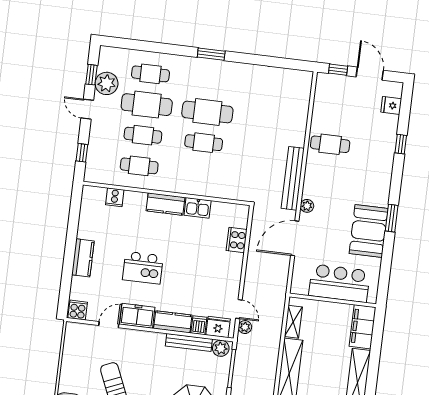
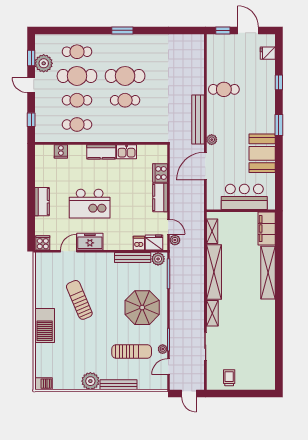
window: (392, 218) -> (279, 125), moved
kitchen island: (143, 268) -> (90, 204), width x1.37, depth x1.28
kitchen counter: (173, 322) -> (160, 198), moved, turned -90

